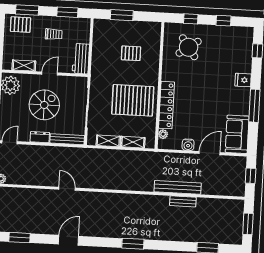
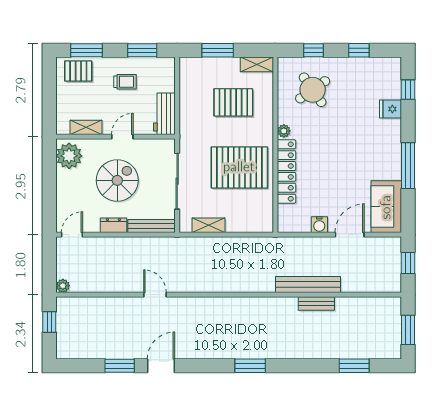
pallet: (131, 53) -> (233, 102), width x1.50, depth x1.42
fridge: (243, 80) -> (391, 109), moved
plant: (163, 134) -> (284, 131), moved
shelving: (133, 142) -> (257, 64), moved
window: (19, 238) -> (120, 366), moved

